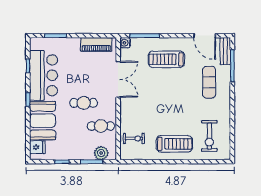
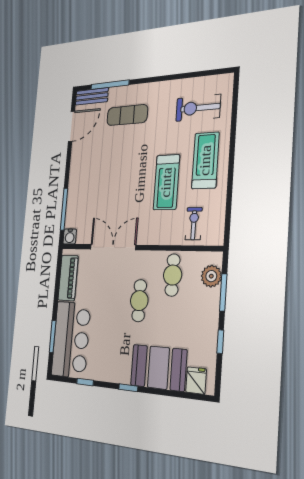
treadmill: (166, 59) -> (166, 182), moved
bar counter: (44, 75) -> (71, 340), moved, turned 90
exercise bike: (209, 136) -> (198, 108), turned 180

